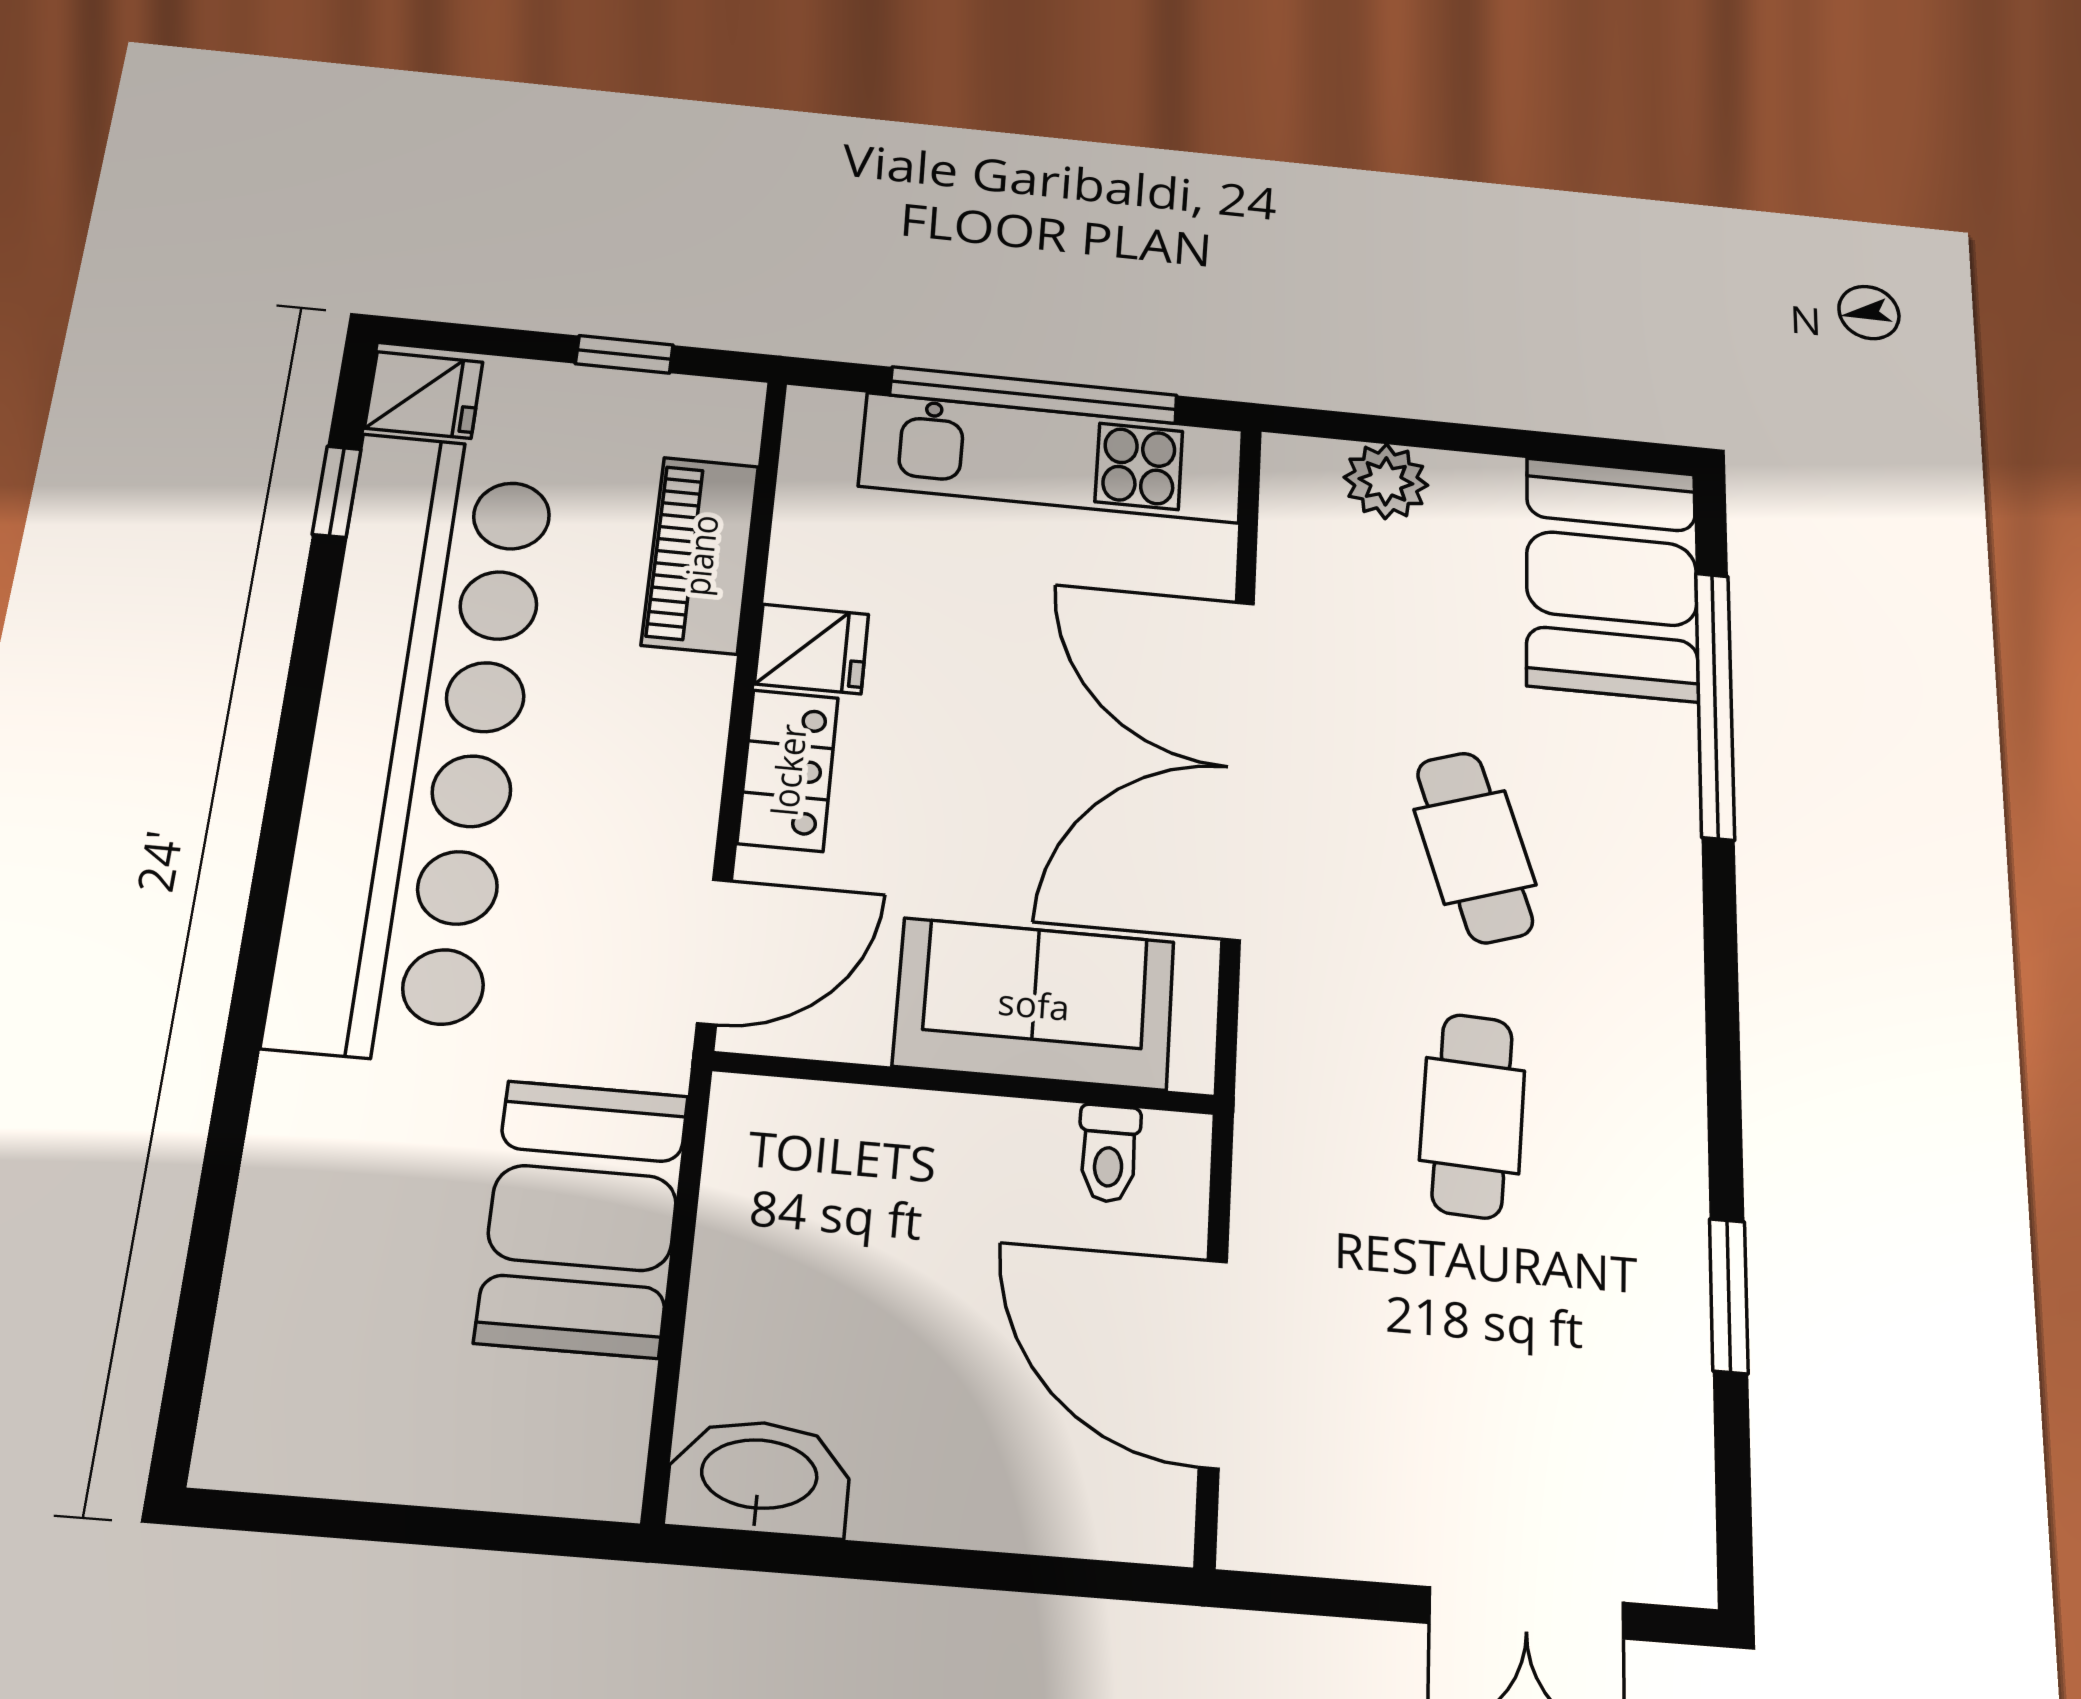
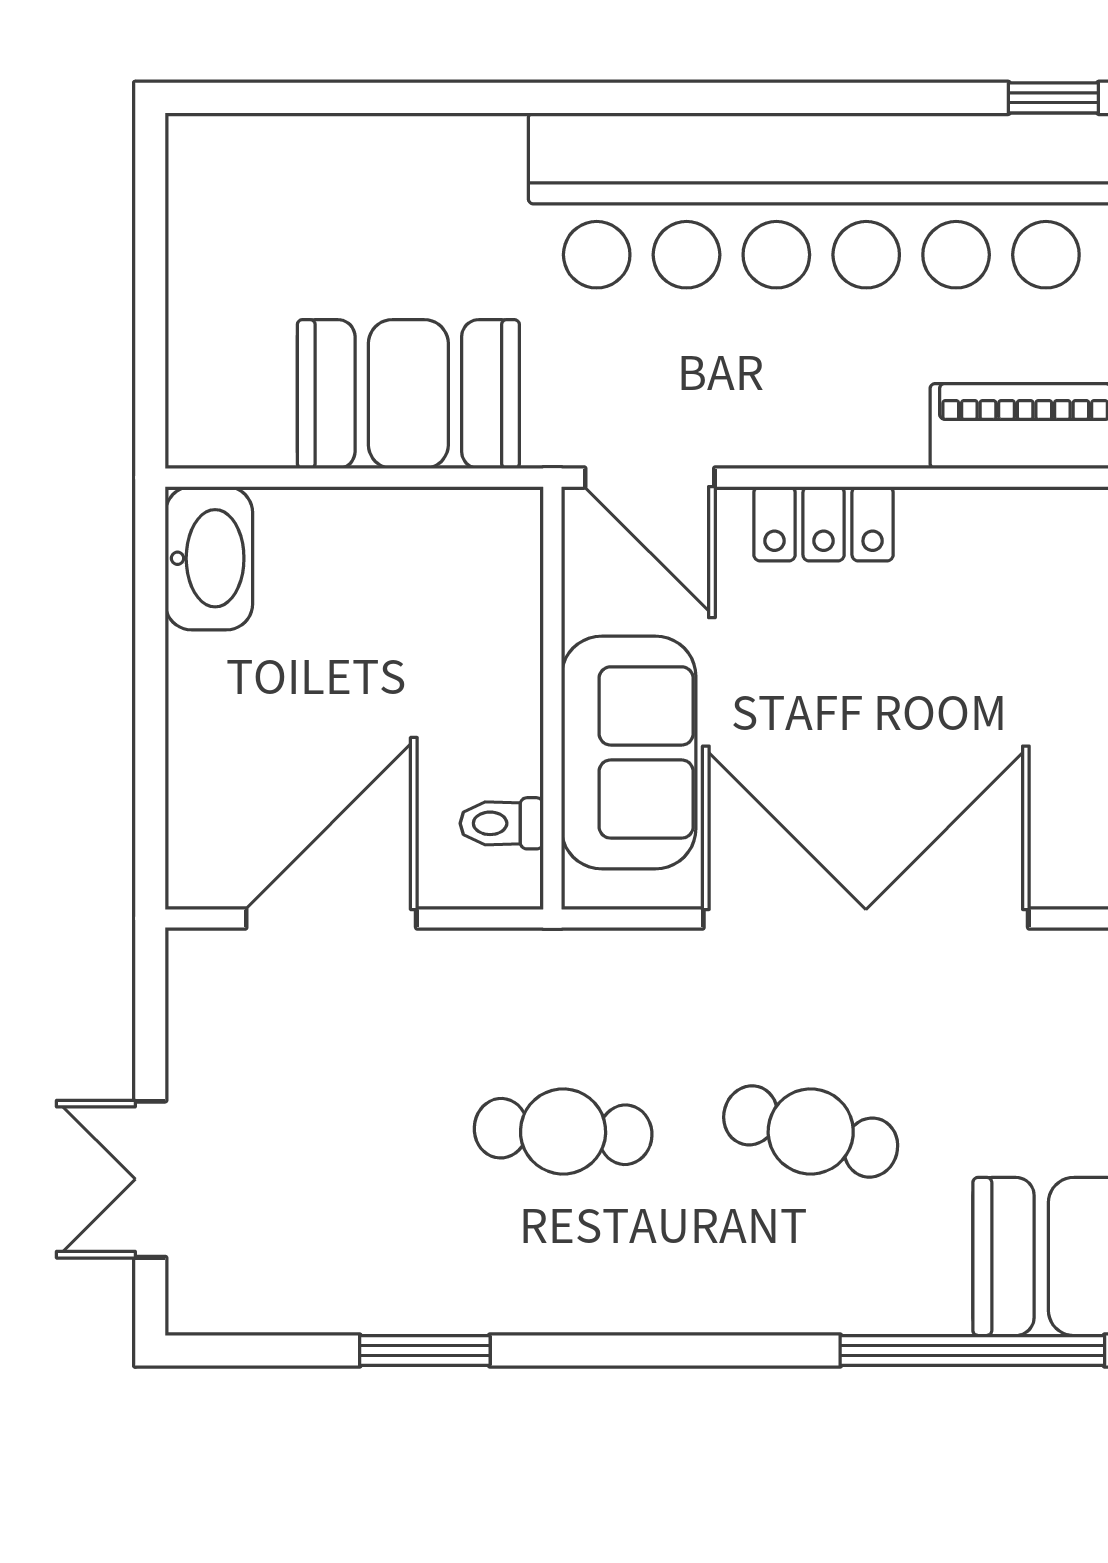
fridge: (812, 649) -> (943, 534), removed
cafe table: (1475, 847) -> (811, 1131), turned 33

